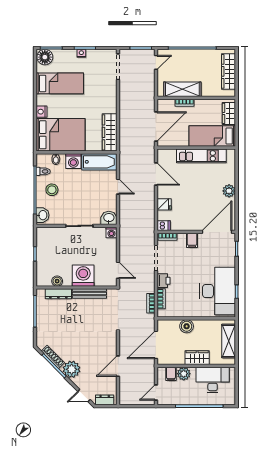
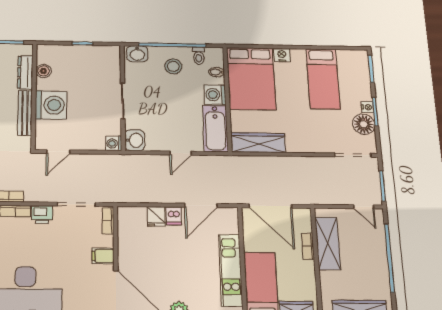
floor lamp: (45, 57) -> (364, 124), moved
dishwasher: (164, 226) -> (174, 216), moved

